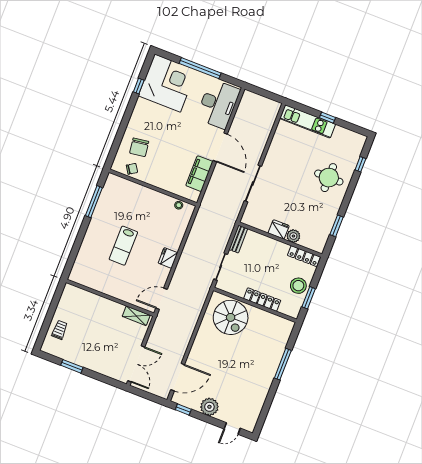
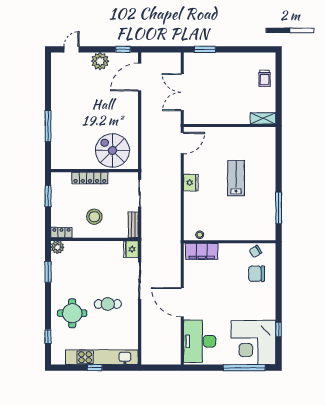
window: (200, 68) -> (244, 368), moved
kitchen unit: (308, 121) -> (102, 357), width x1.36
chair: (139, 147) -> (257, 274), turned -82
cafe table: (292, 173) -> (108, 304), added
filing cabinet: (199, 174) -> (202, 251), moved, turned 90
fridge: (279, 229) -> (131, 249), moved, turned 90
plant: (293, 236) -> (57, 247), moved
locker: (304, 256) -> (61, 233), width x0.66
stool: (298, 286) -> (94, 217), moved
shelving: (136, 316) -> (263, 118), moved
double door: (136, 364) -> (182, 92), moved
window: (72, 366) -> (205, 49), moved

